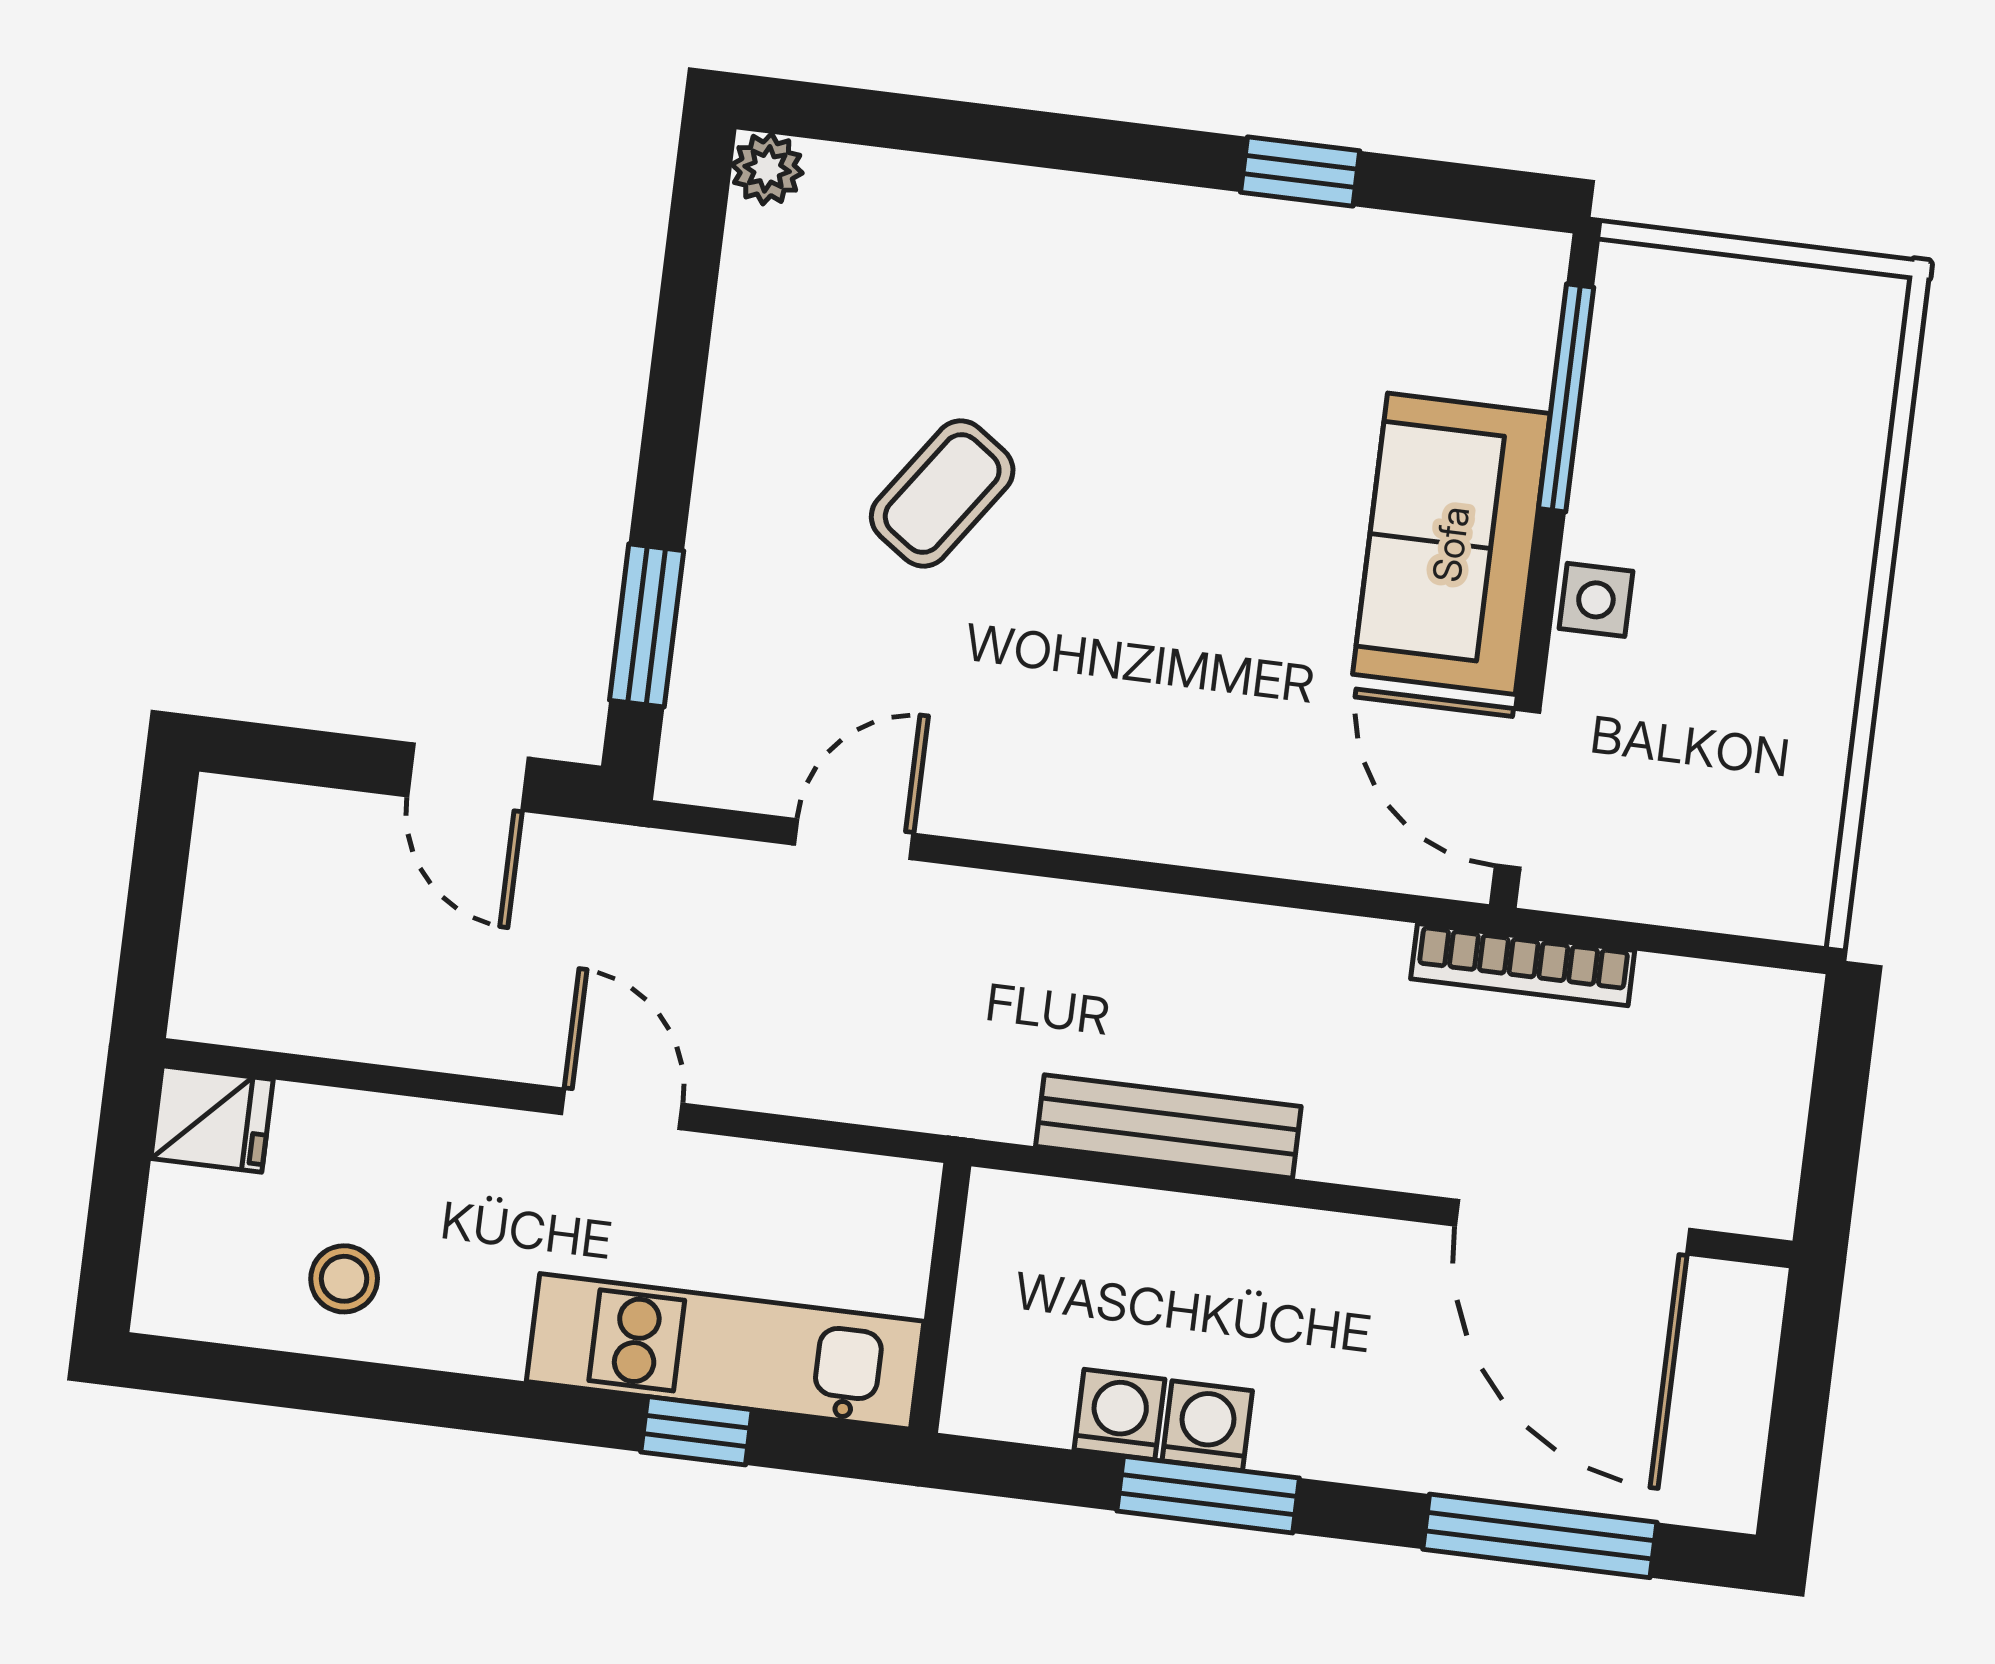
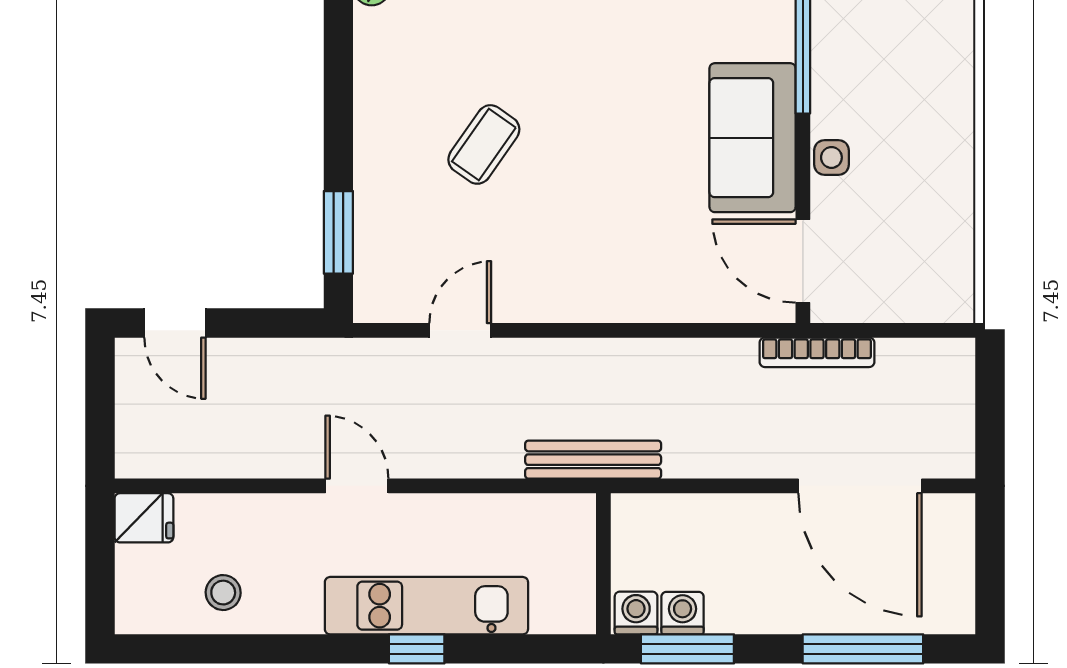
door: (468, 777) -> (175, 323), moved
bench: (1168, 1126) -> (593, 460), moved
wall: (941, 1298) -> (603, 564), moved

